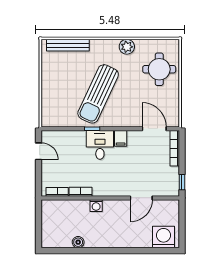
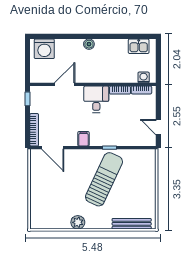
round table: (159, 69) -> (48, 202), removed
desk: (100, 145) -> (96, 99), moved, turned 180
washing machine: (96, 206) -> (144, 77), moved
kitchen sink: (60, 240) -> (139, 46), added
boiler: (78, 242) -> (89, 44), moved

